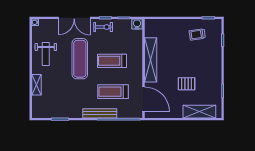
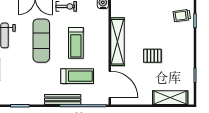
trolley: (197, 34) -> (182, 16), moved
treadmill: (112, 61) -> (76, 43), turned -90
pallet: (187, 84) -> (152, 56), moved
treadmill: (113, 92) -> (77, 76), turned 180

